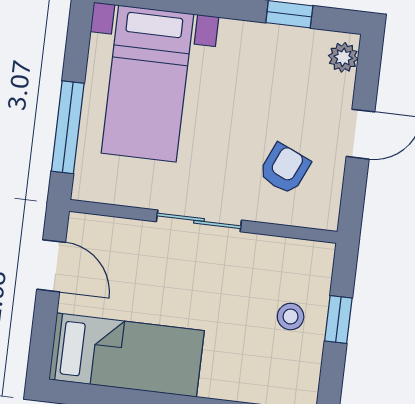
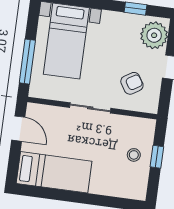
plant: (343, 57) -> (154, 35), width x1.87, depth x1.87
armchair: (284, 169) -> (132, 83), turned 34

